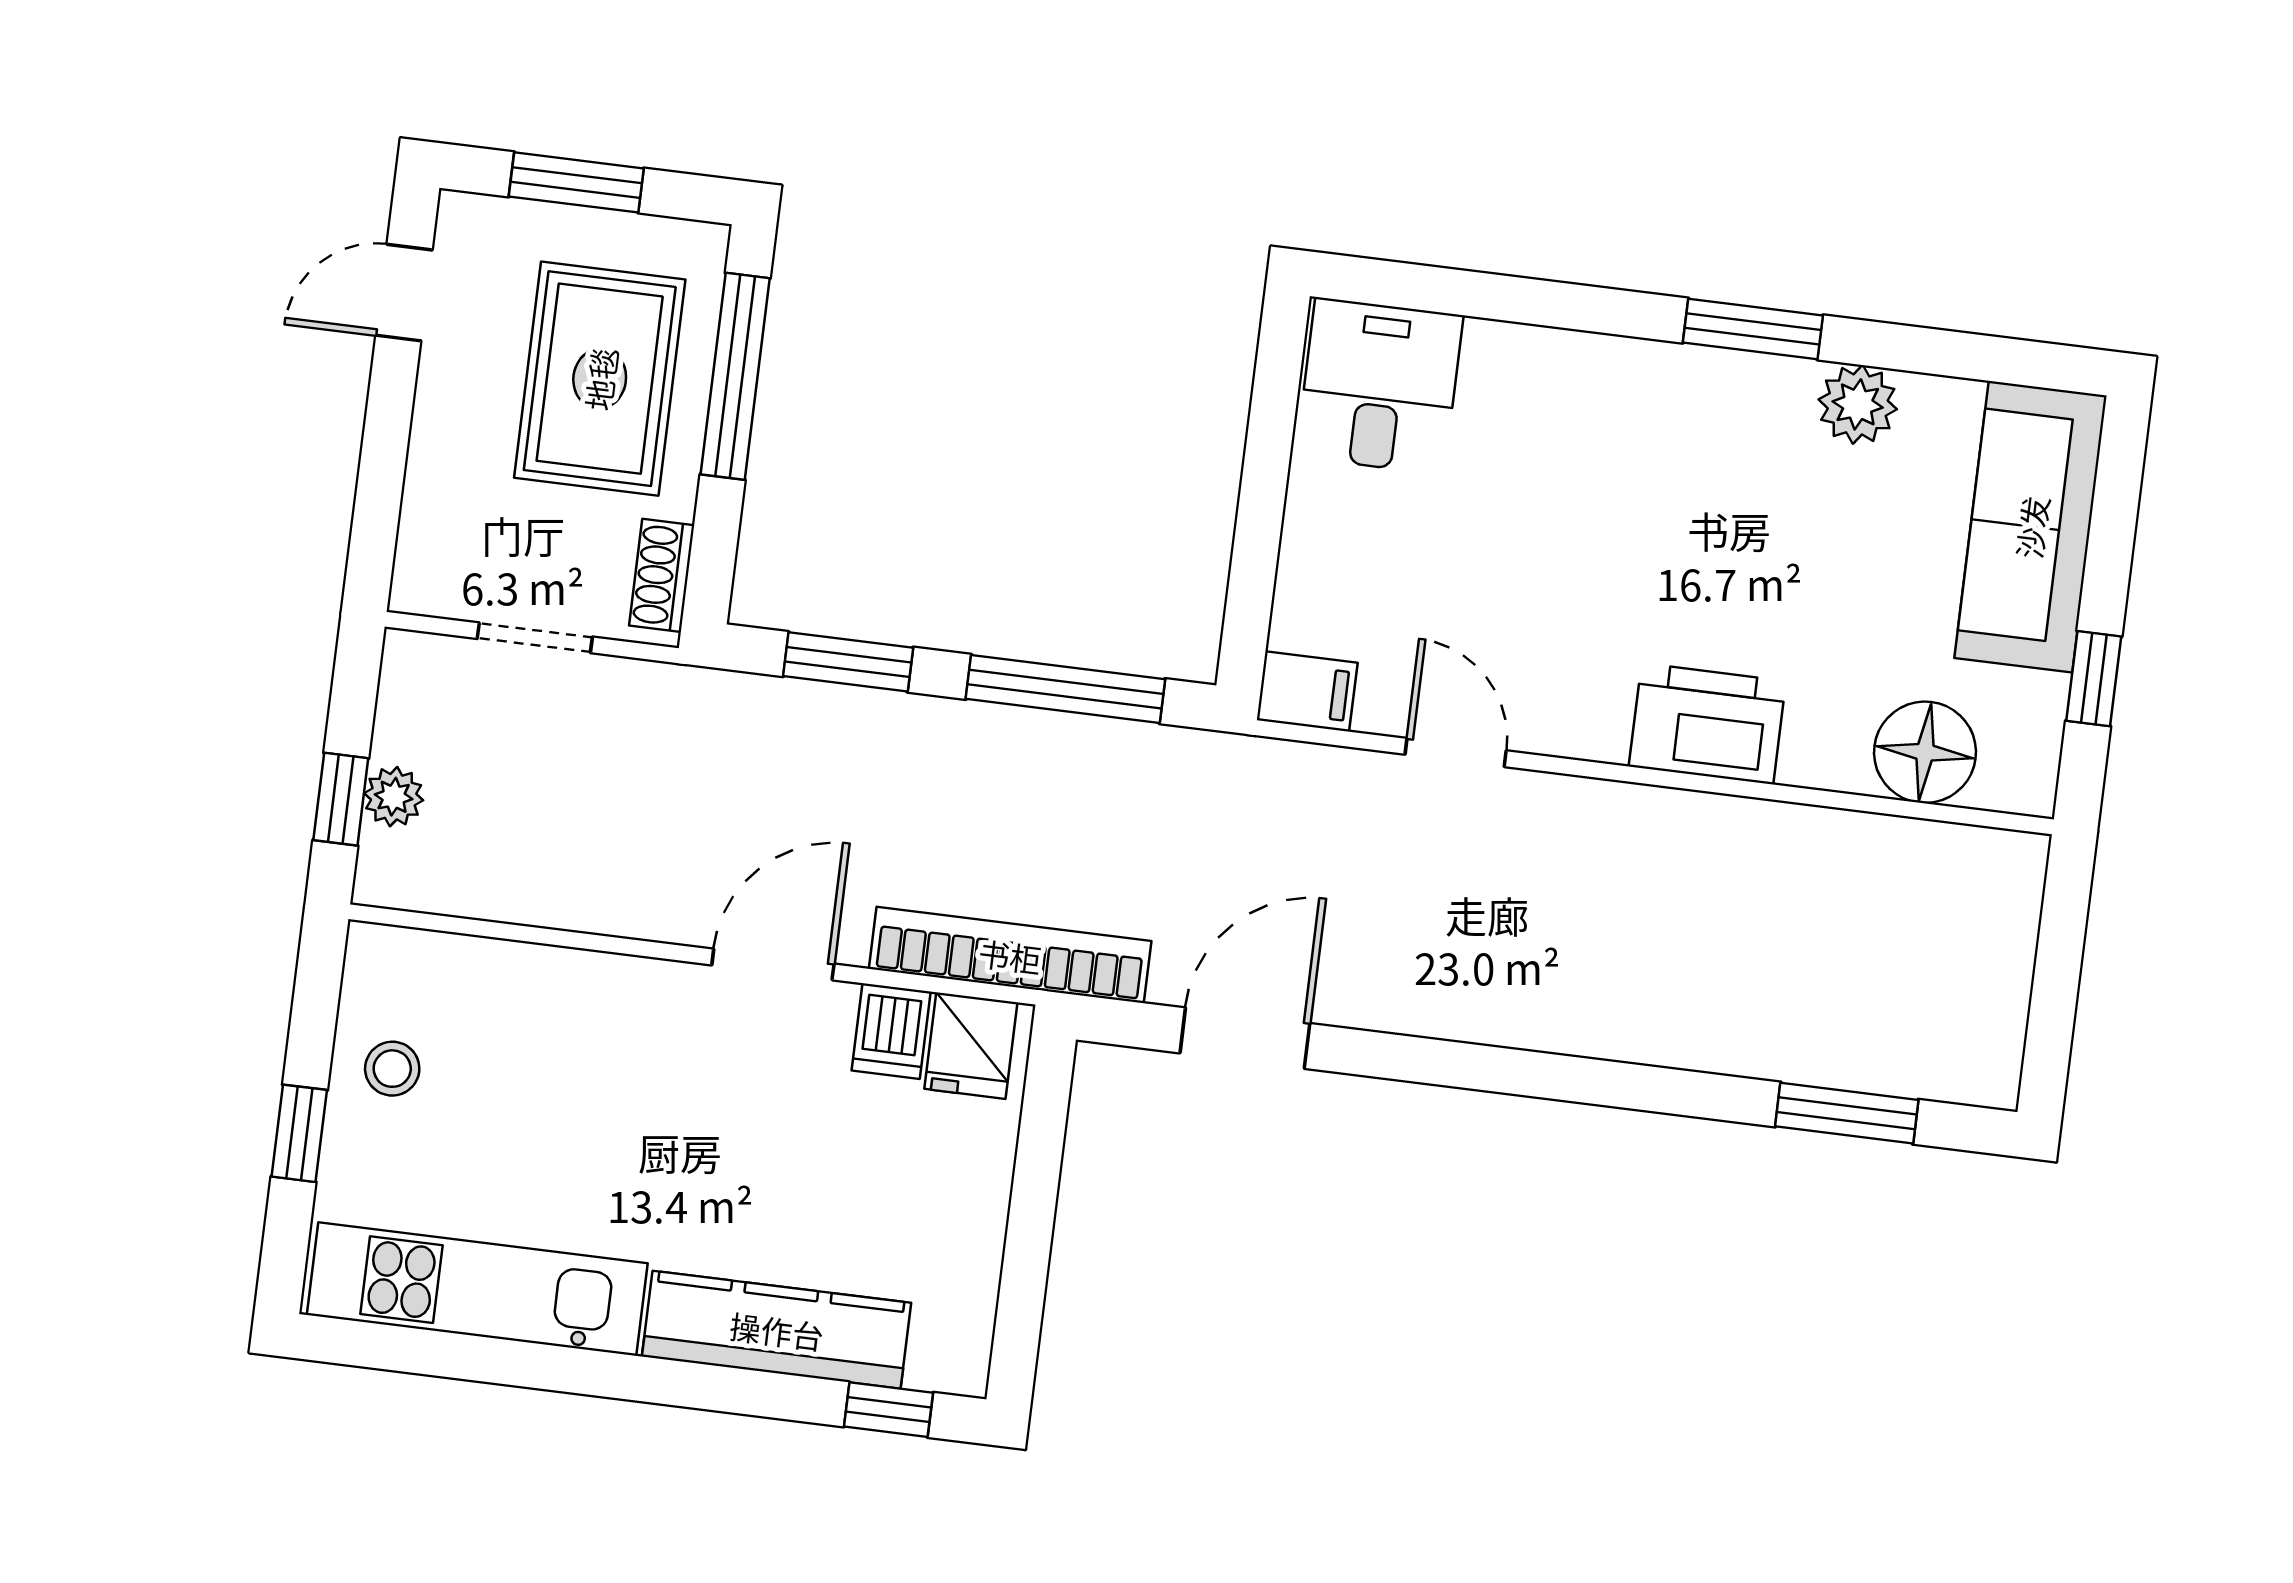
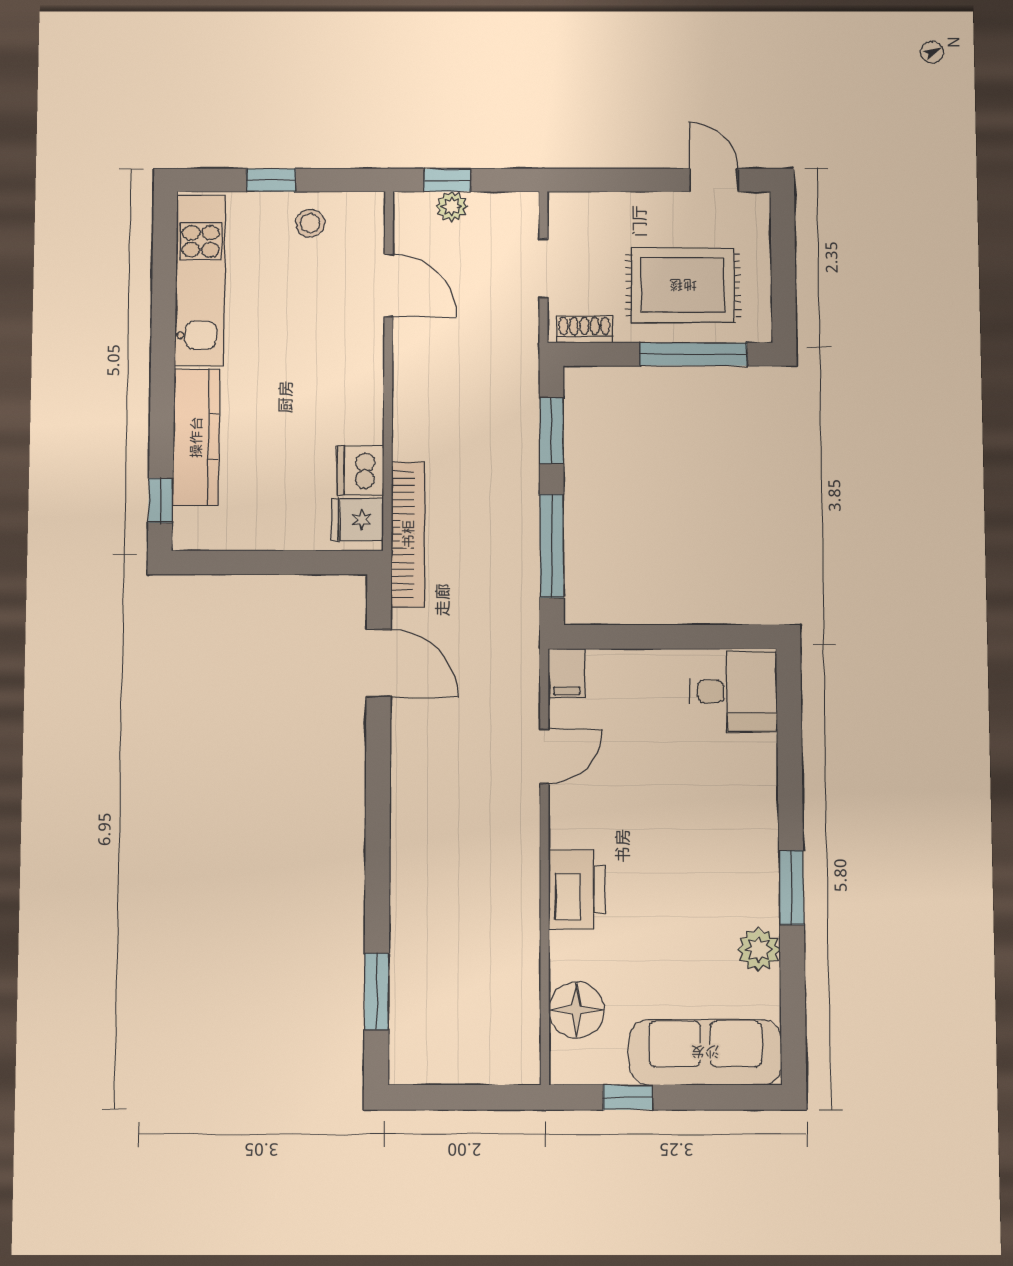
window: (576, 182) -> (783, 261), removed
door: (773, 965) -> (389, 285), moved
dishwasher: (891, 1031) -> (360, 470), width x1.38

